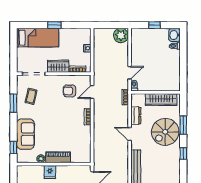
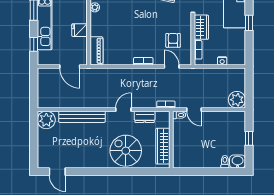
window: (183, 125) -> (134, 172), removed
window: (183, 153) -> (101, 172), removed
piano: (58, 157) -> (96, 51), moved
fridge: (50, 172) -> (80, 30), moved

